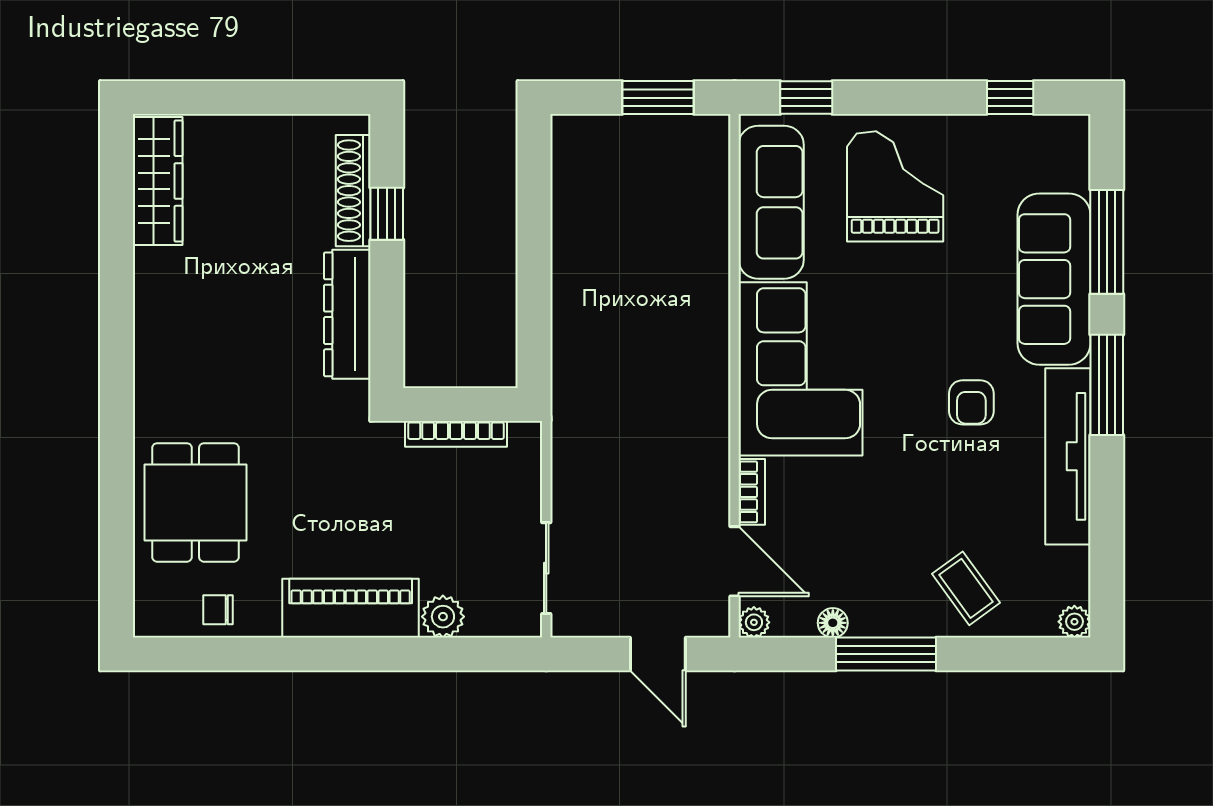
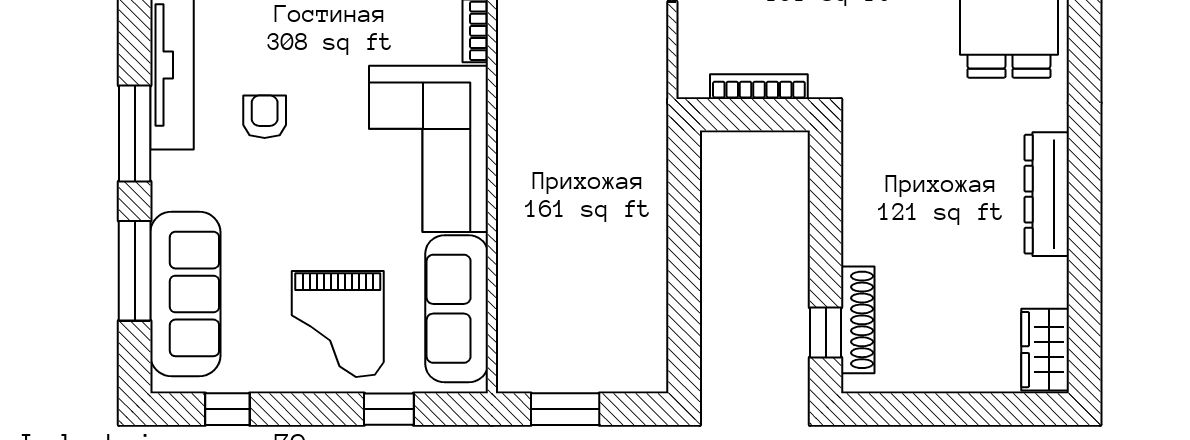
window: (806, 98) -> (389, 409), moved
wardrobe: (158, 181) -> (1045, 350), width x0.67
window: (387, 214) -> (826, 333), moved
sofa: (1054, 279) -> (185, 294), moved
dresser: (347, 314) -> (1047, 194), moved, turned 180

